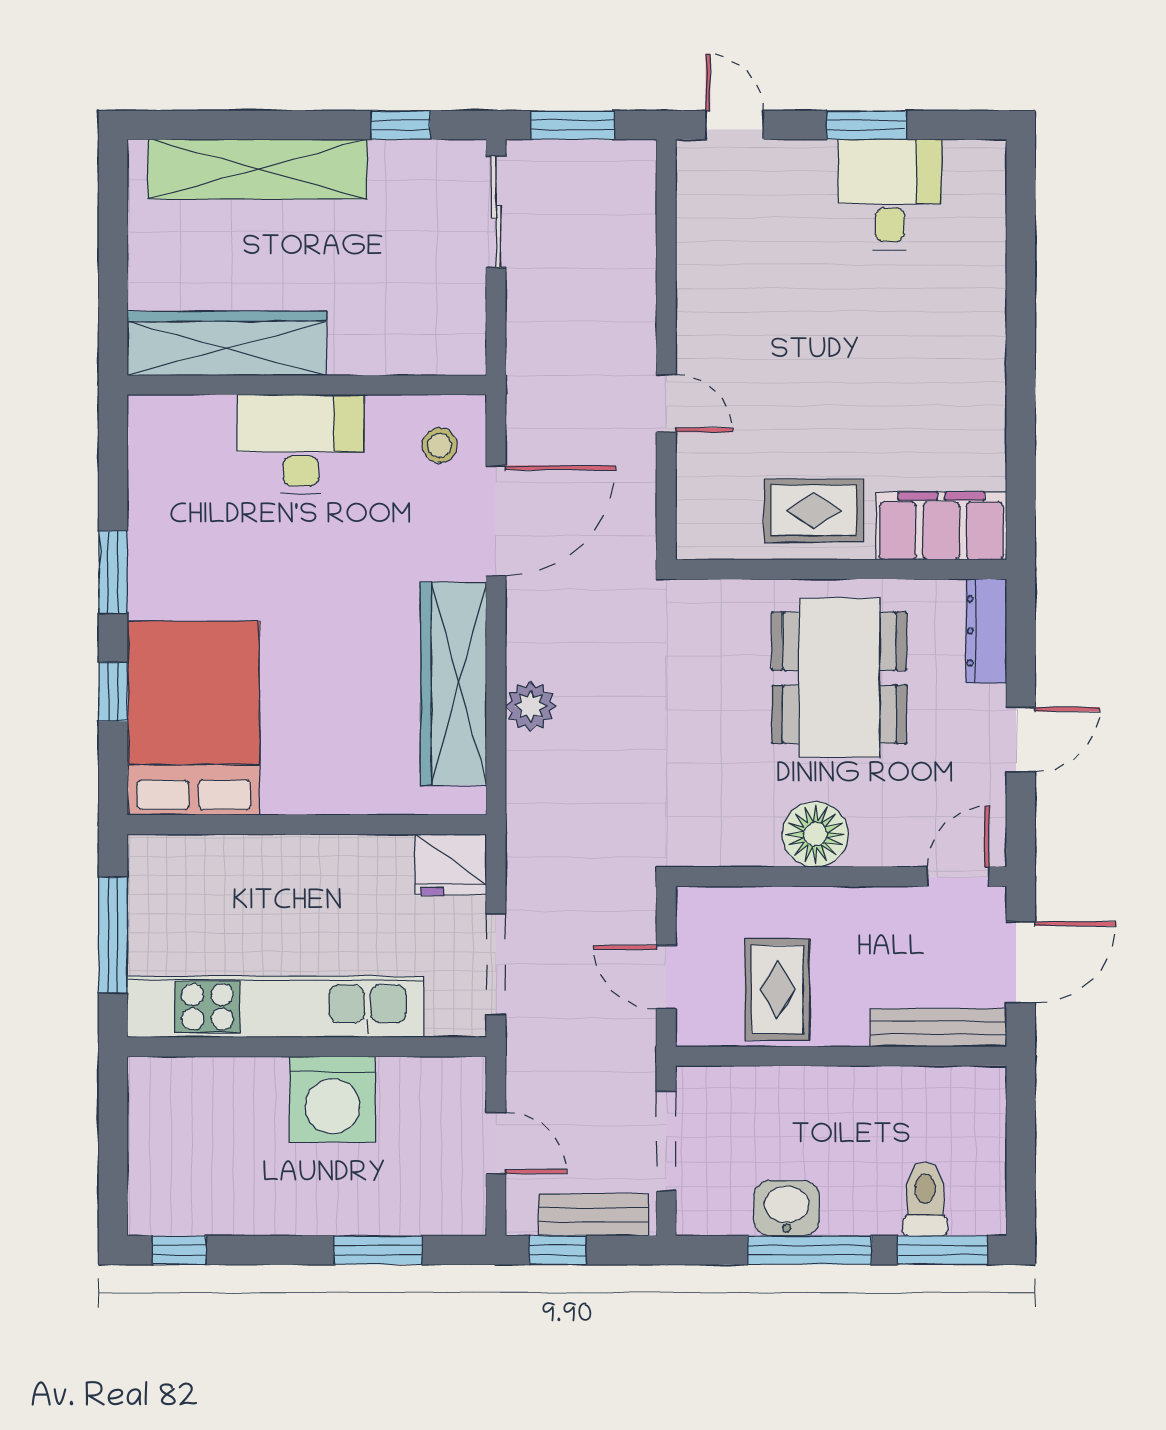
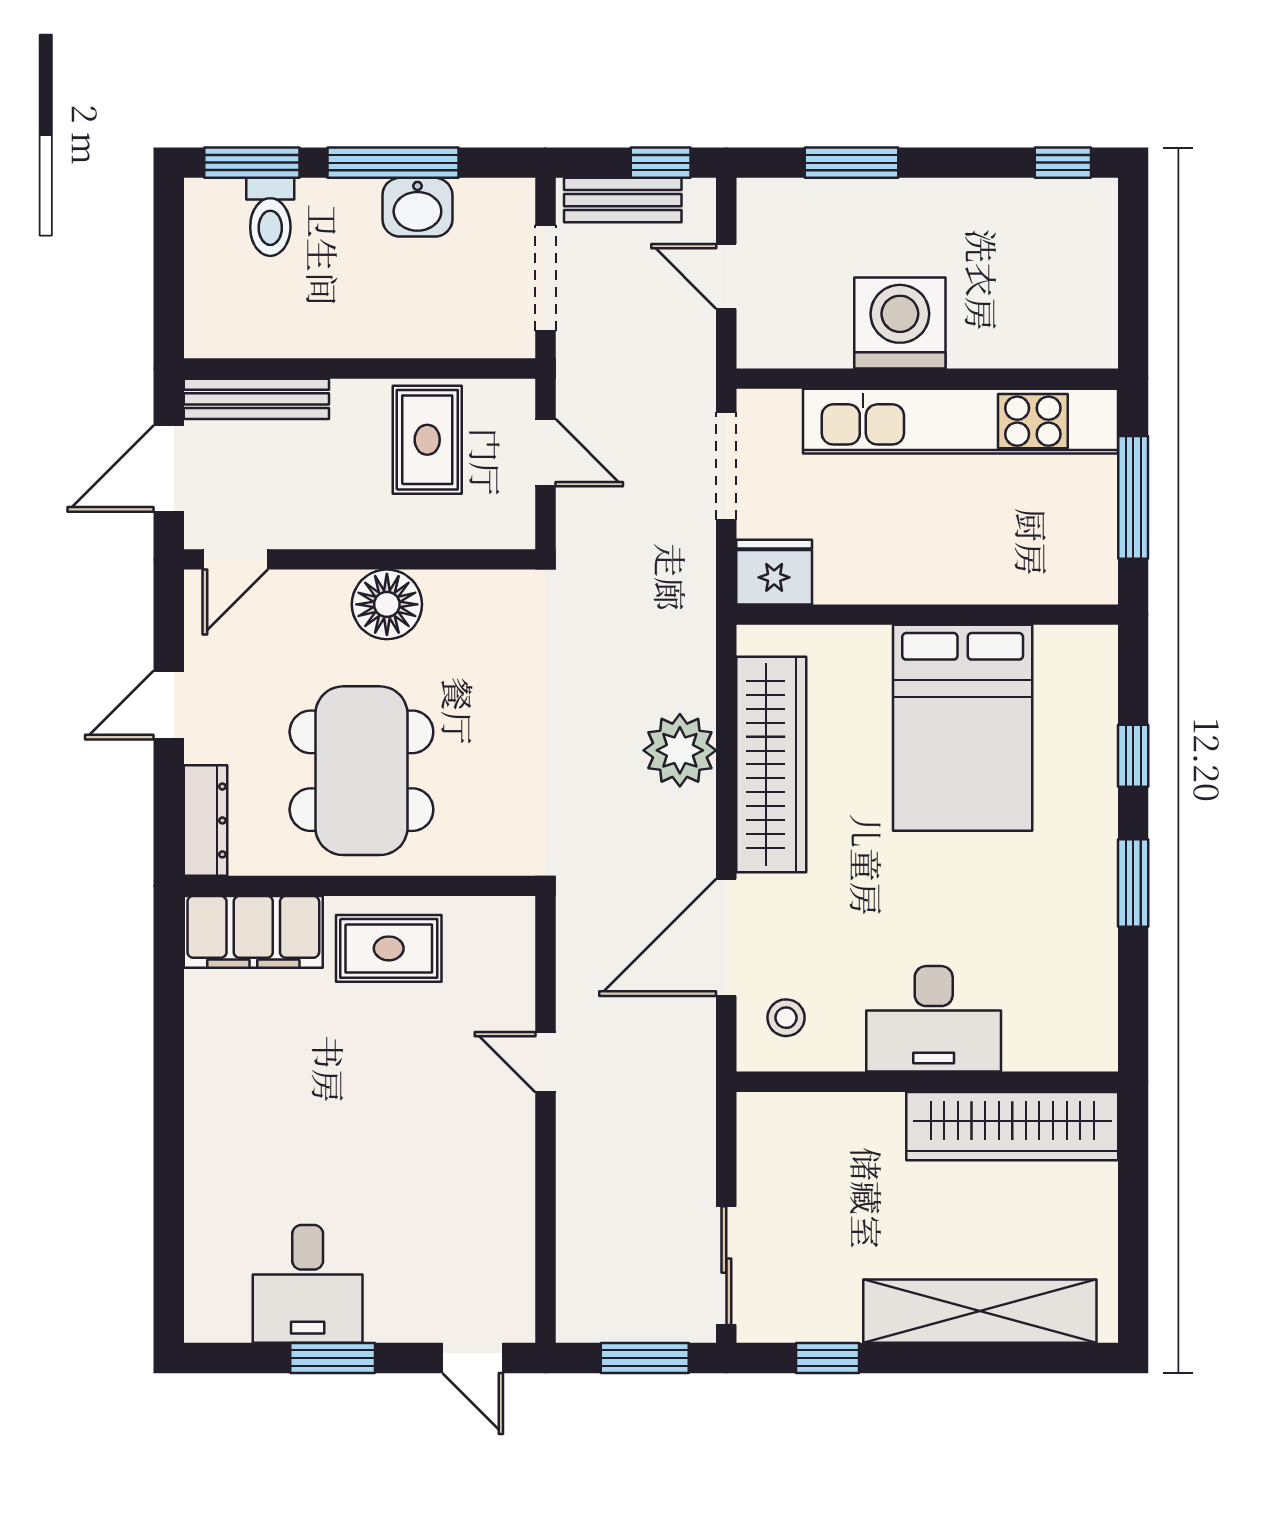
plant: (531, 706) -> (680, 750), width x1.36, depth x1.36
bed: (194, 718) -> (963, 728), moved

